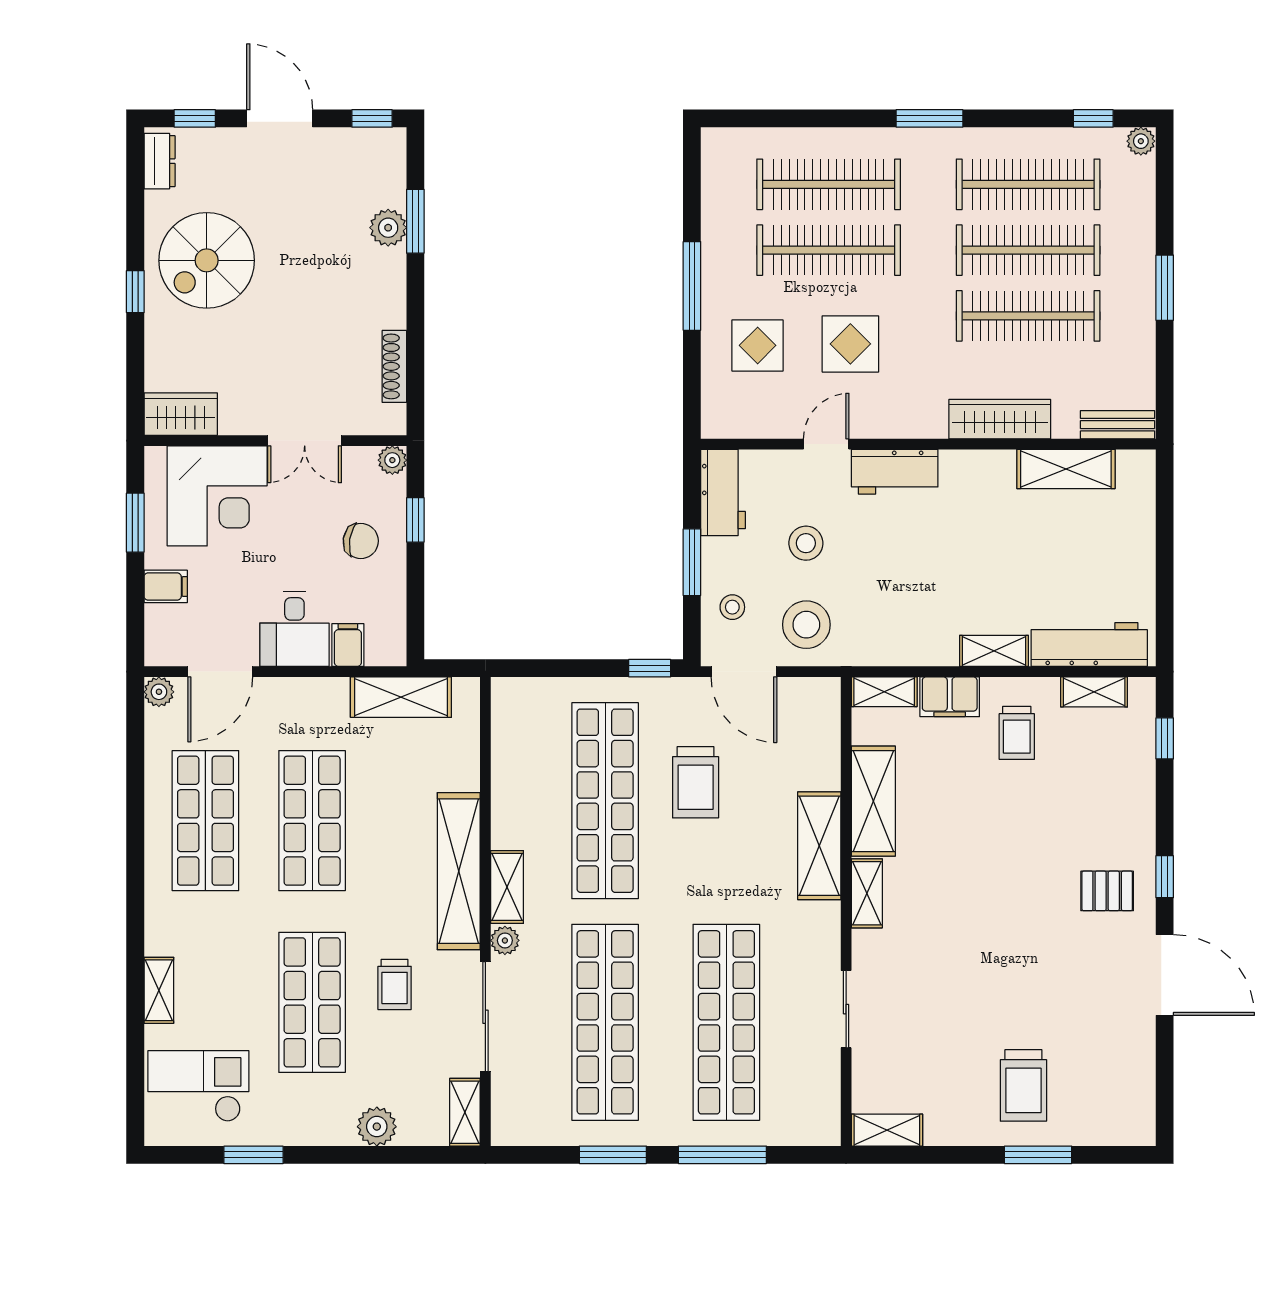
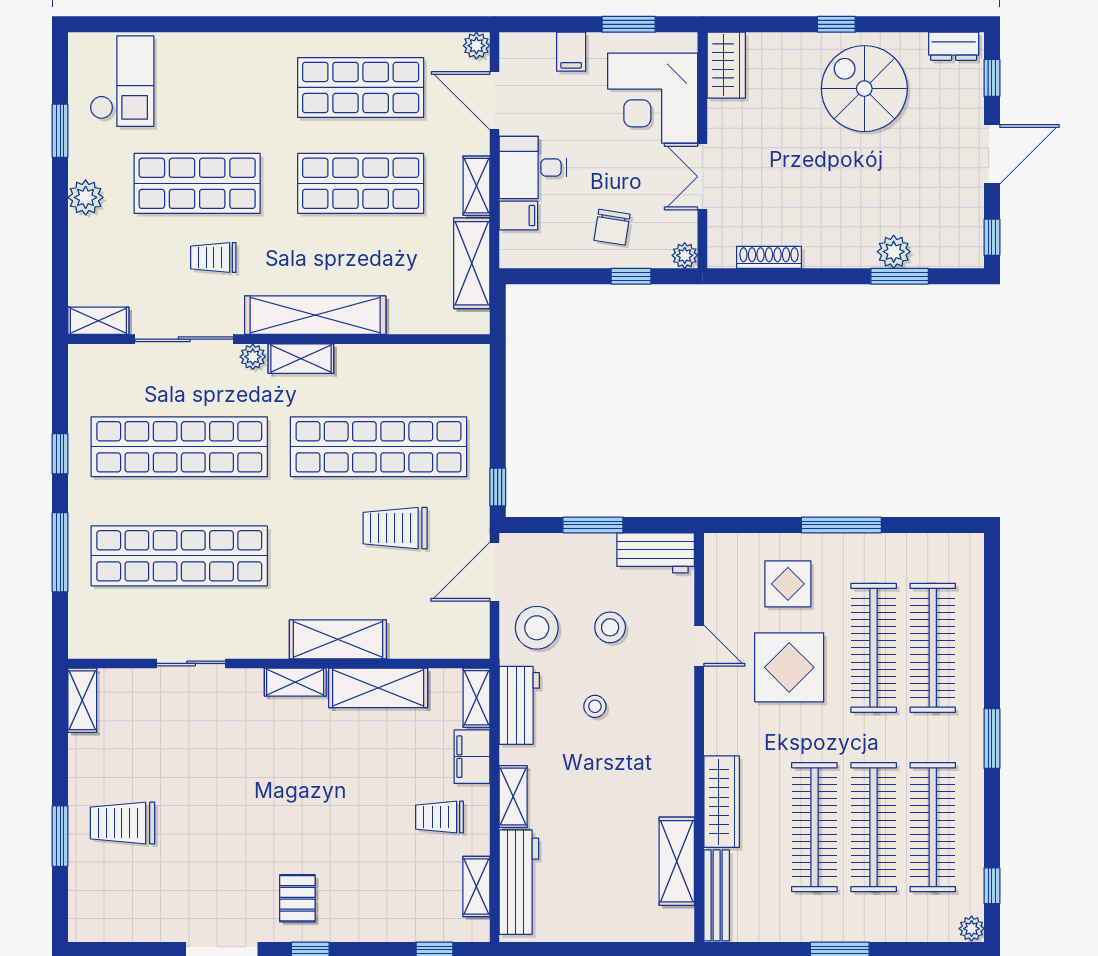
display table: (850, 344) -> (789, 667), width x1.36, depth x1.36
bench: (1118, 425) -> (717, 895), width x1.36
workbench: (895, 472) -> (519, 705), moved, turned 180
stool: (732, 607) -> (595, 706), moved
shelving: (159, 990) -> (476, 186), moved, turned 90
plant: (377, 1127) -> (86, 197), moved
window: (613, 1155) -> (60, 454), width x0.67

